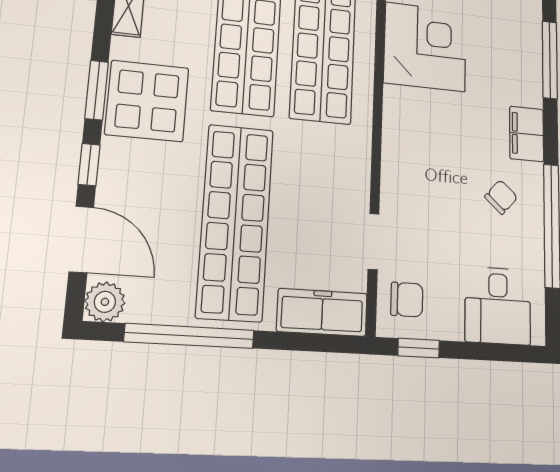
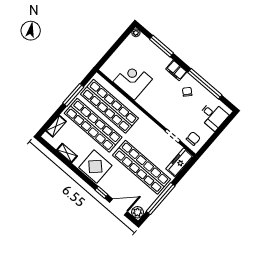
window: (97, 90) -> (84, 177), removed
window: (419, 348) -> (207, 145), removed

